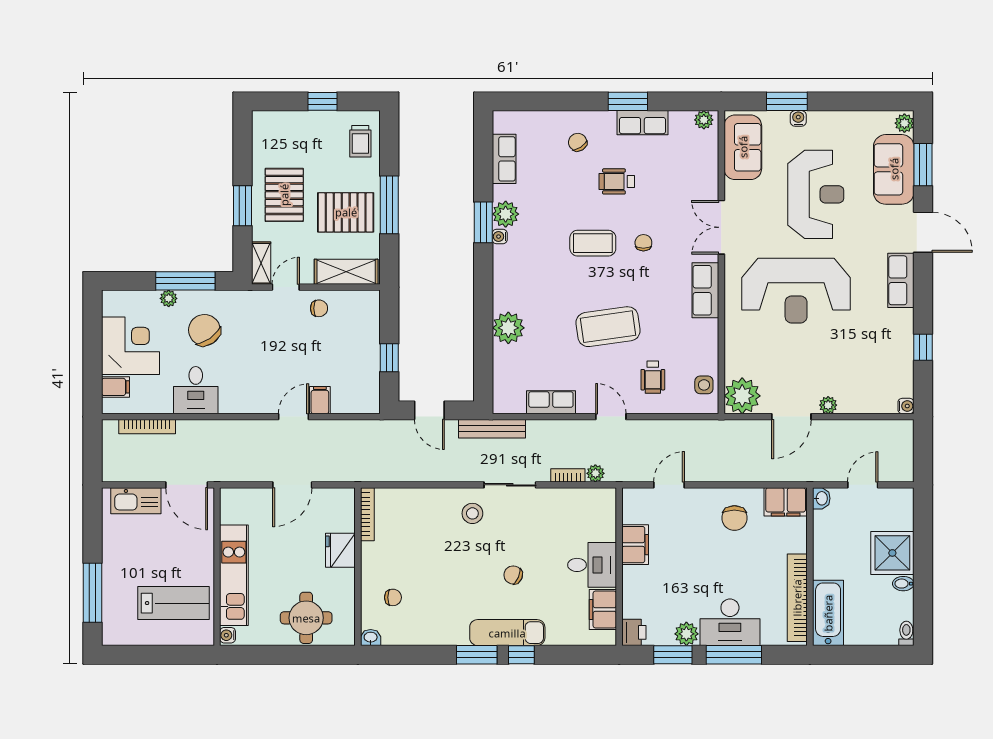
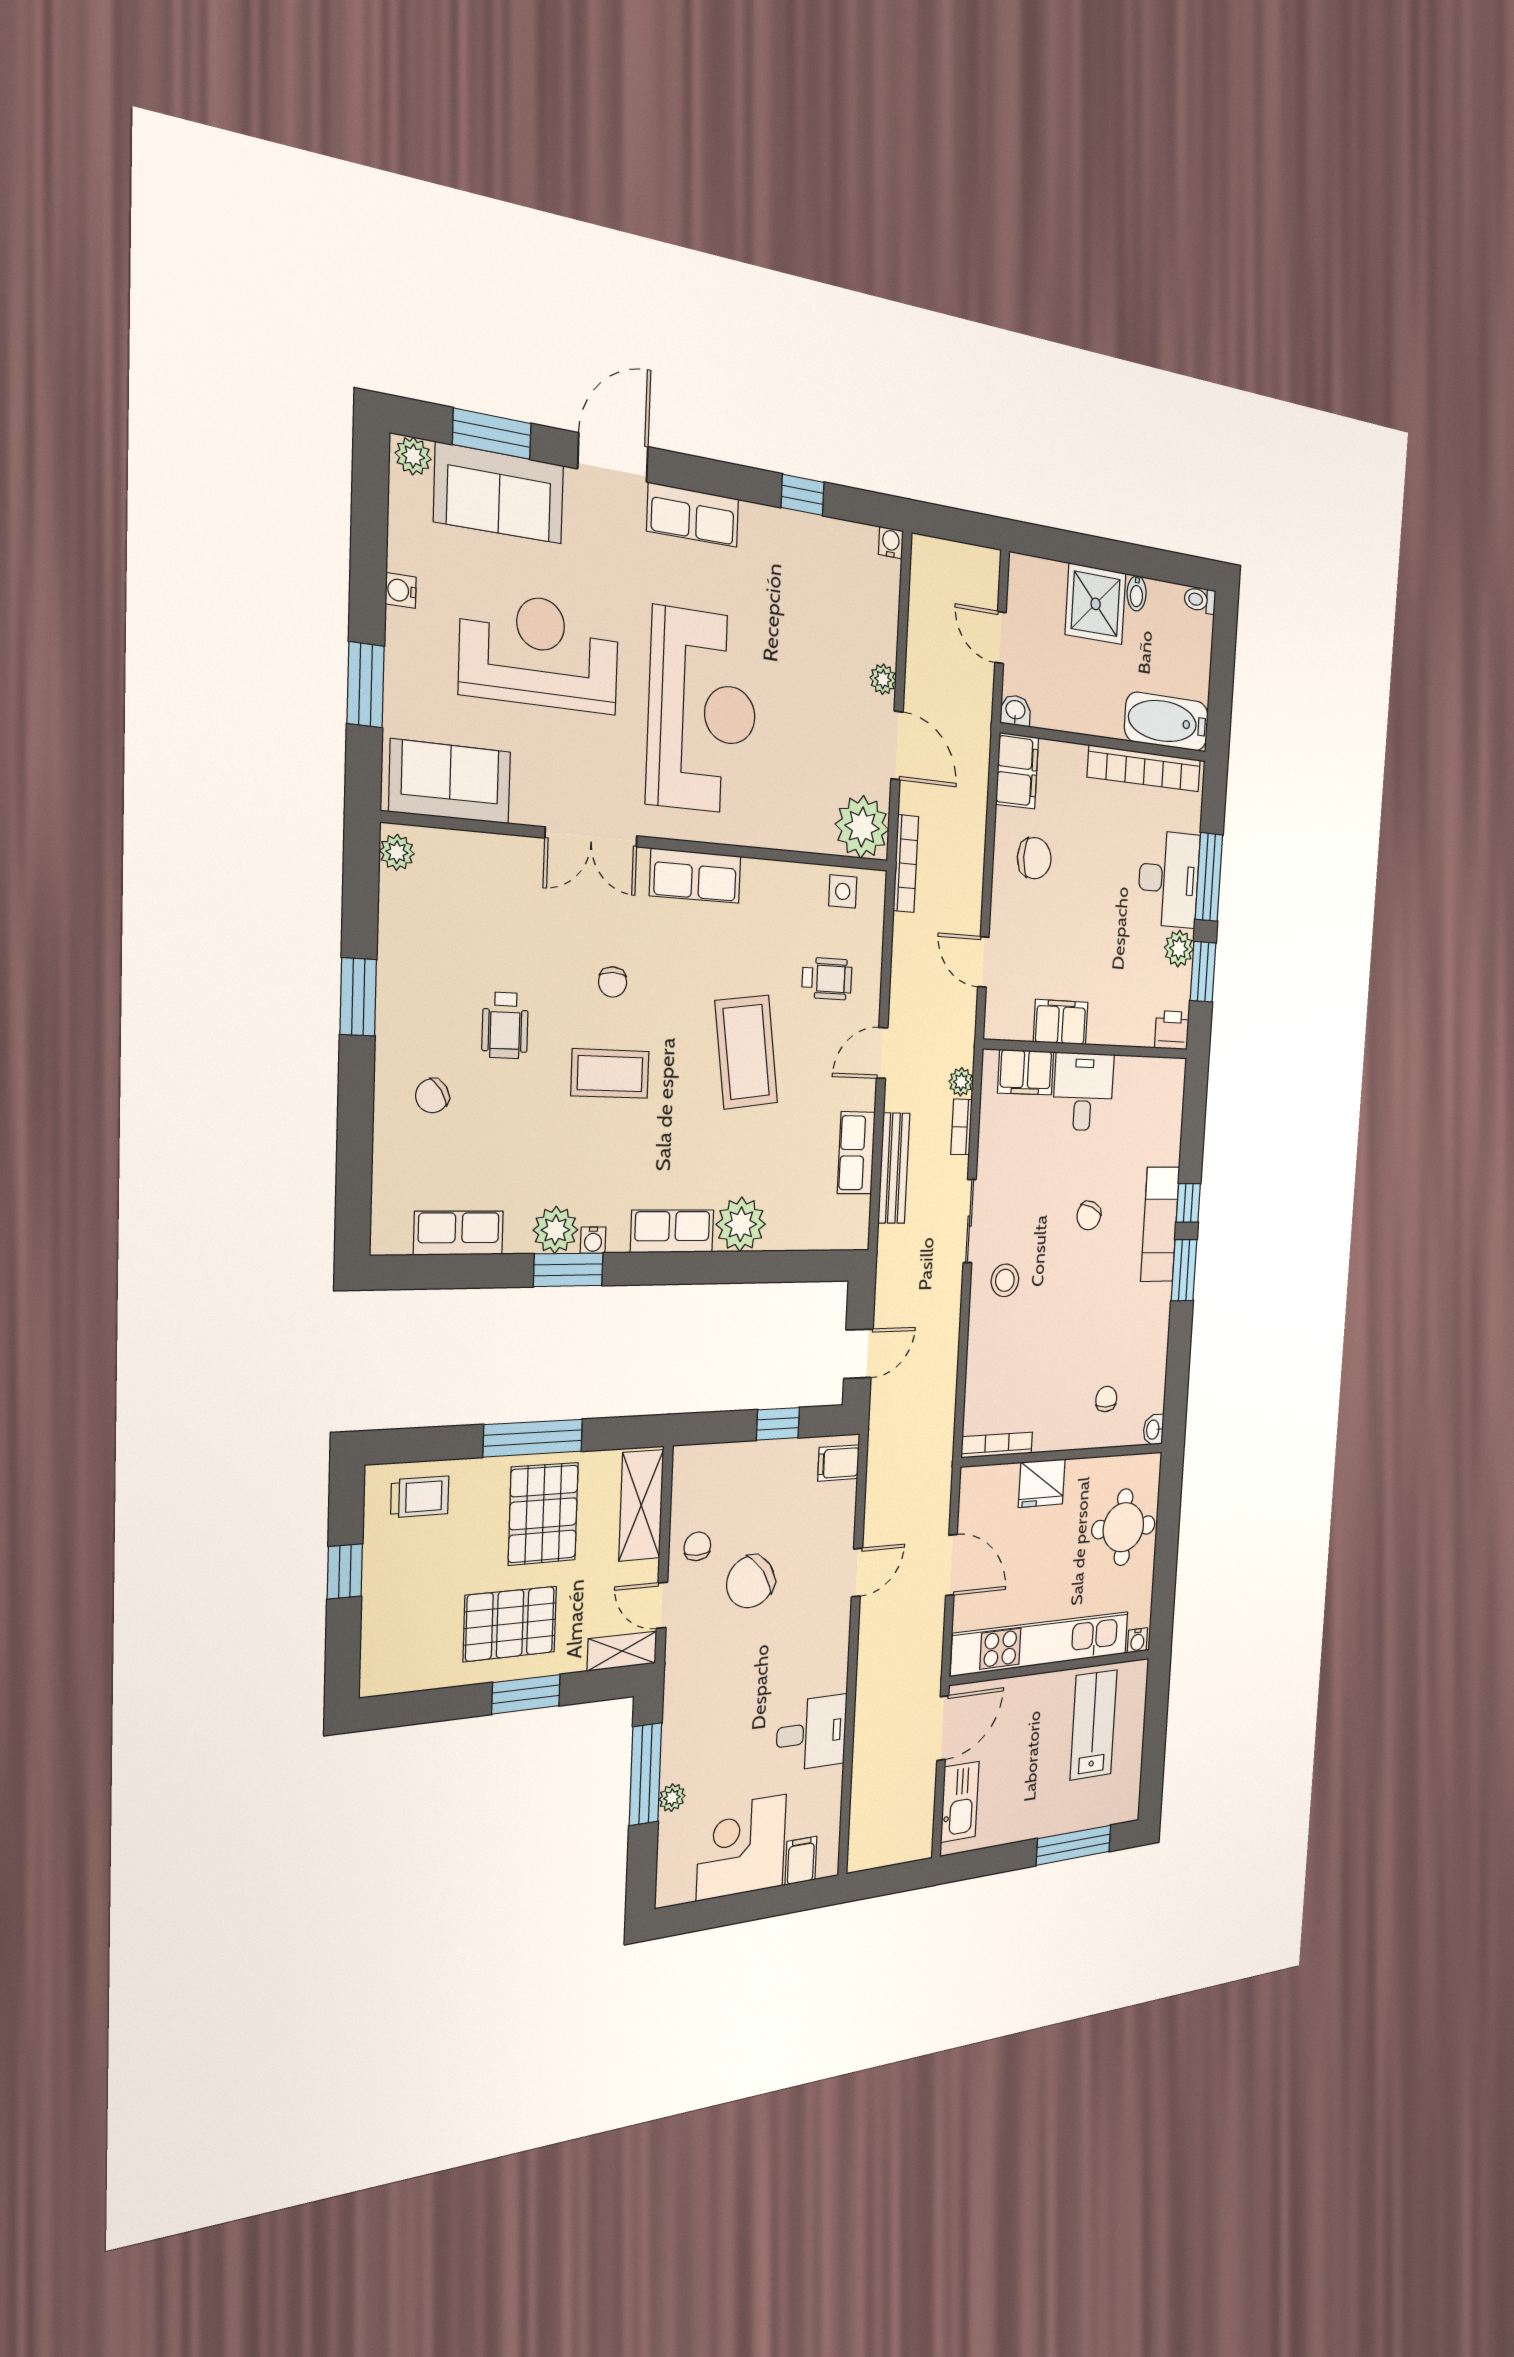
water cooler: (798, 118) -> (401, 590), moved
row of seats: (642, 123) -> (672, 1231), moved, turned -90
coffee table: (593, 243) -> (610, 1074), turned 90
chair: (643, 243) -> (613, 982), turned -90
chair: (204, 330) -> (751, 1582), moved
filing cabinet: (320, 400) -> (839, 1463), moved
door: (294, 417) -> (857, 1573), swing flipped
bookcase: (147, 427) -> (906, 864), moved
bench: (492, 429) -> (894, 1168), moved
kitchen unit: (234, 575) -> (1041, 1644), width x1.36
filing cabinet: (603, 610) -> (1026, 1072), moved

